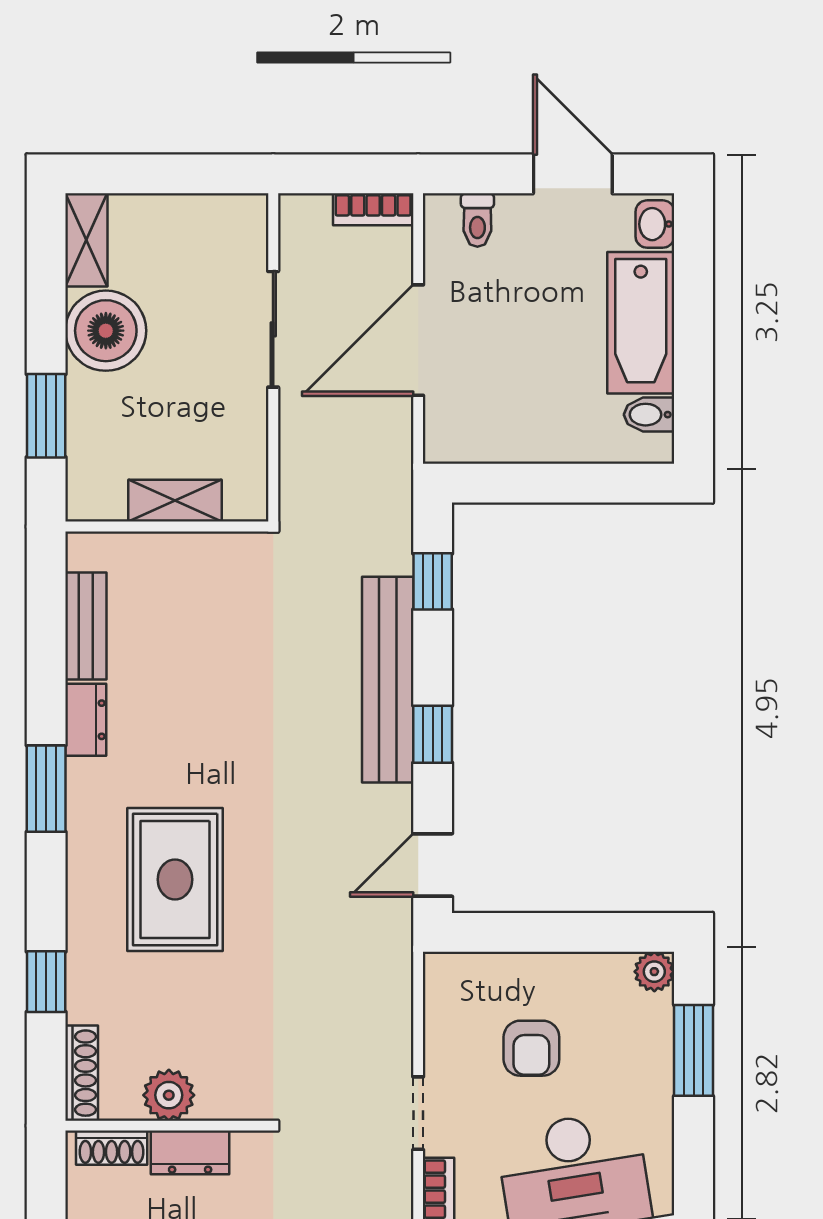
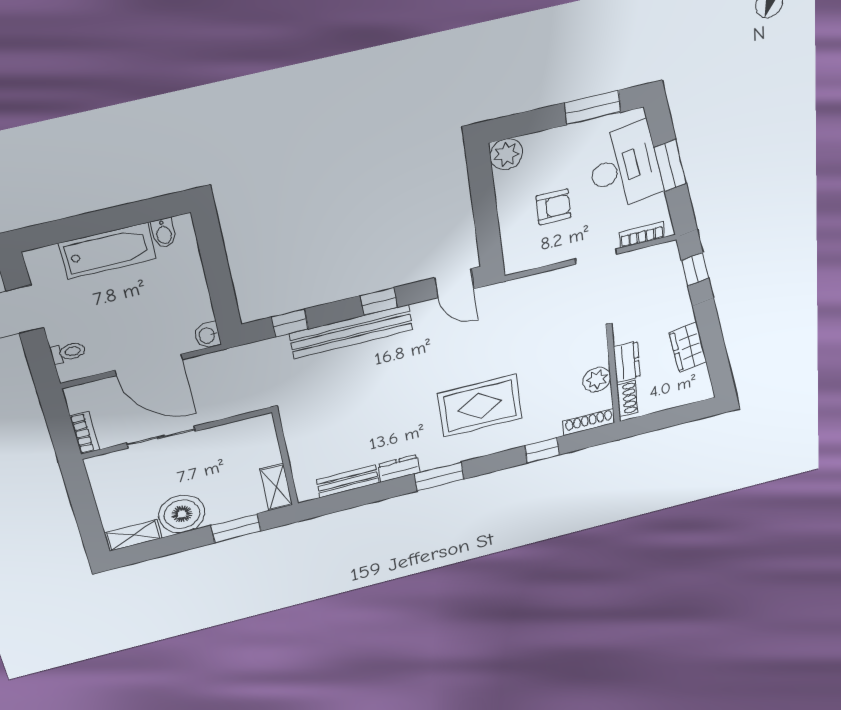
bookcase: (373, 209) -> (85, 433), moved
washbasin: (655, 224) -> (207, 335), moved, turned 90
shelving: (175, 501) -> (276, 487), moved
plant: (654, 972) -> (506, 154), width x1.38, depth x1.38
window: (694, 1050) -> (593, 108), moved

